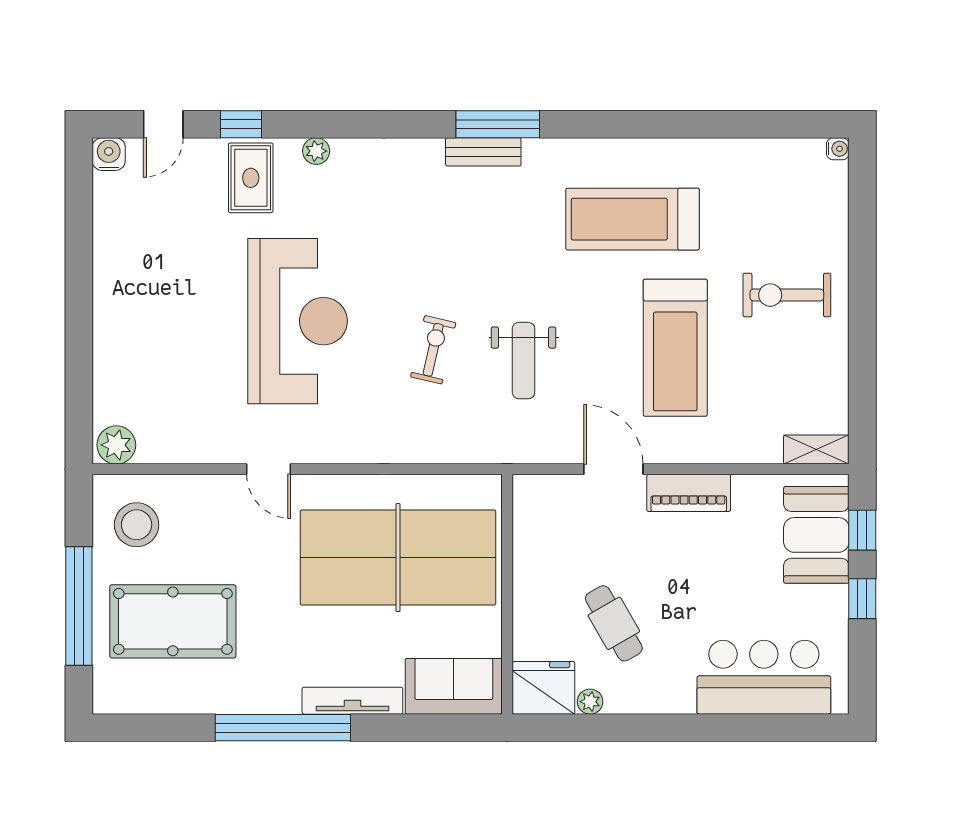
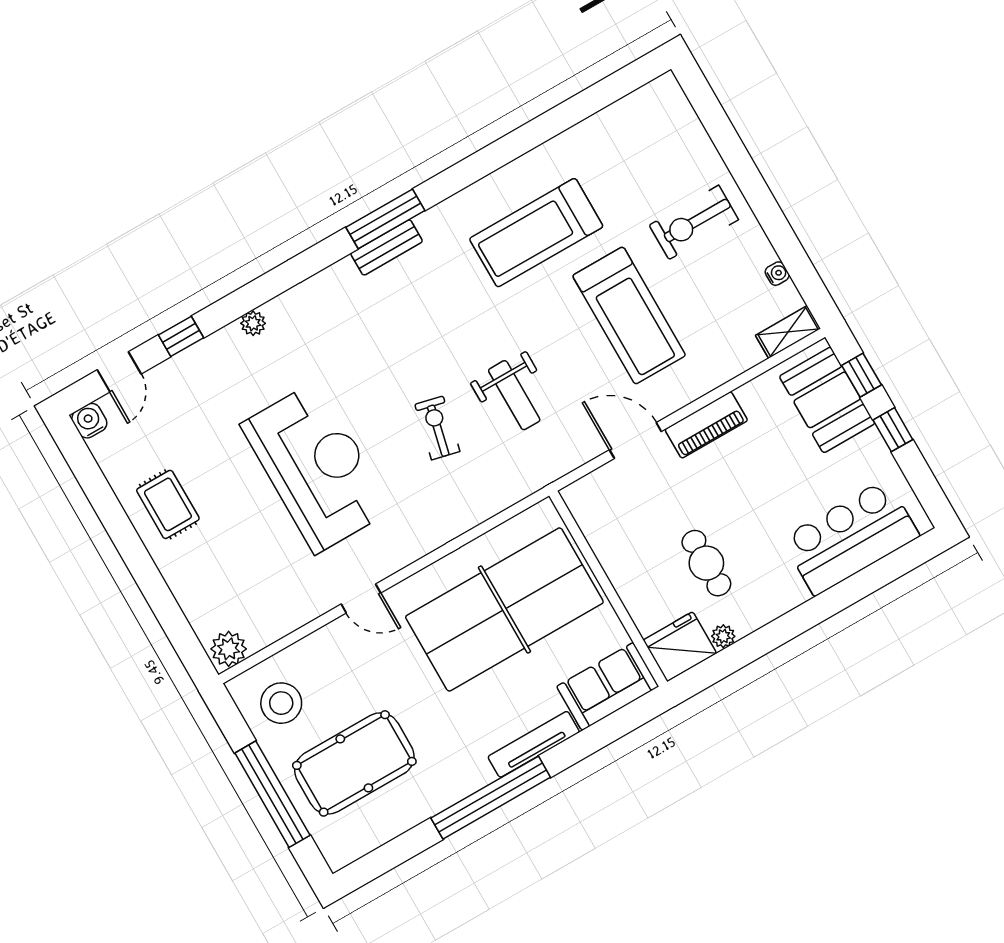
water cooler: (838, 149) -> (777, 274), moved
rug: (251, 178) -> (168, 504), moved
cafe table: (614, 623) -> (706, 563), turned 30

